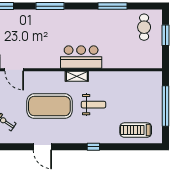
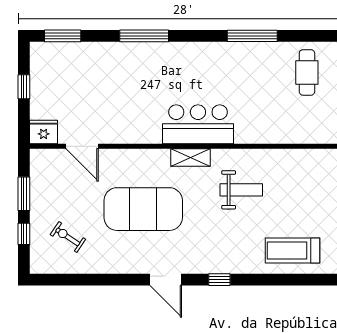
weight bench: (93, 105) -> (241, 190), moved
door: (42, 147) -> (166, 280), moved

